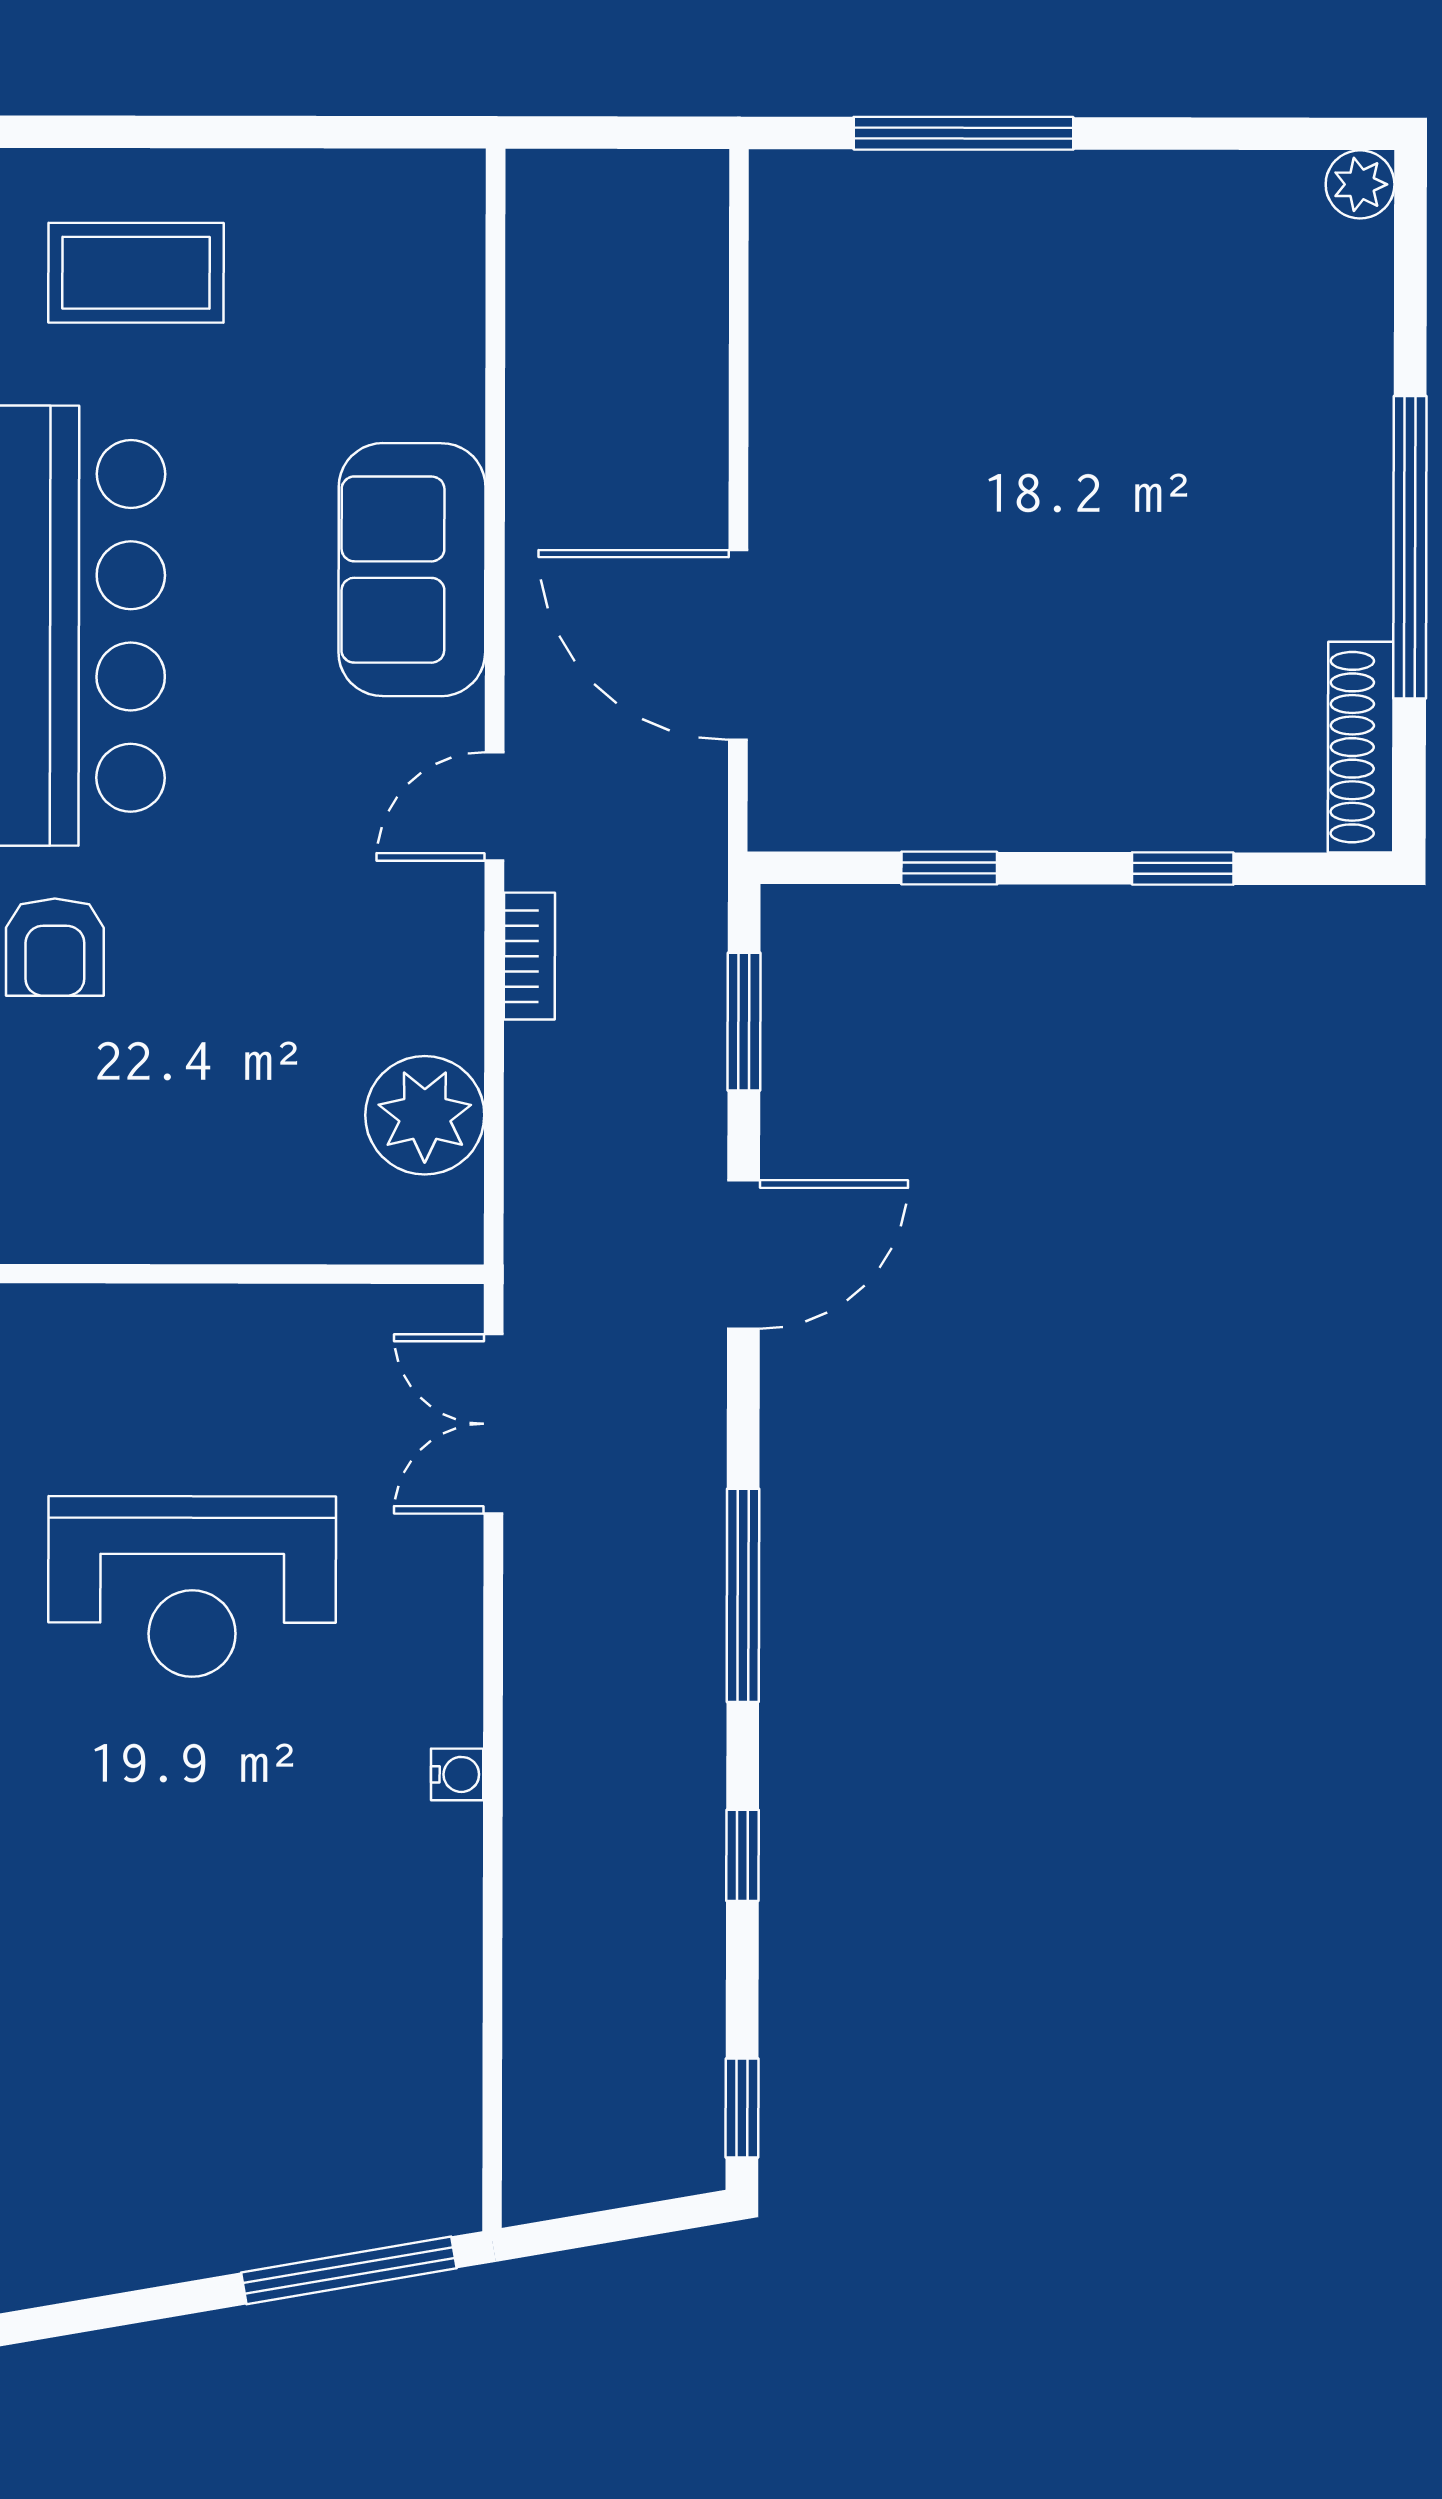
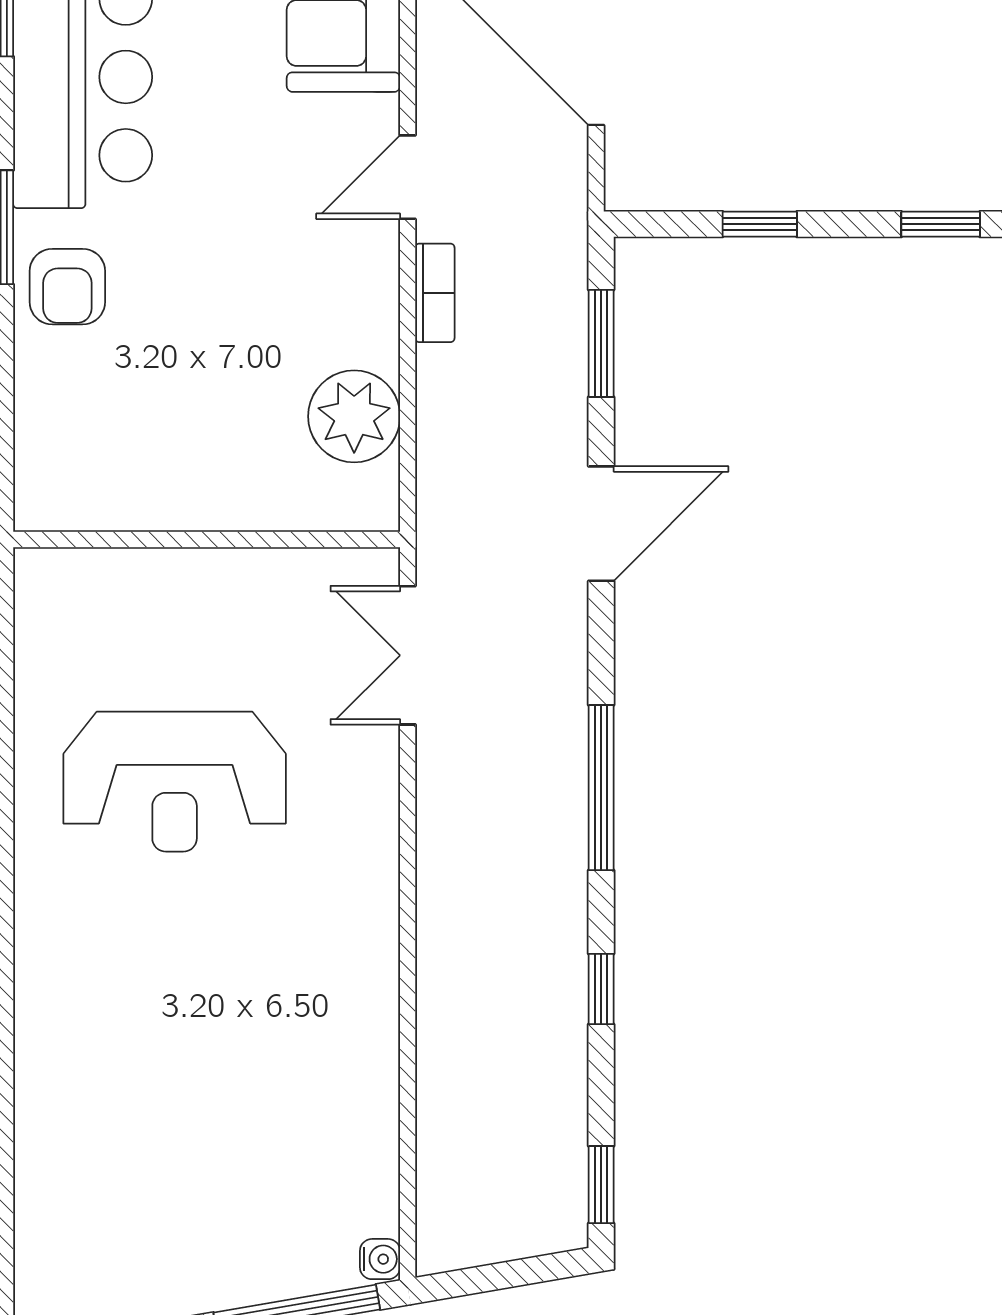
water cooler: (457, 1774) -> (380, 1259), moved

